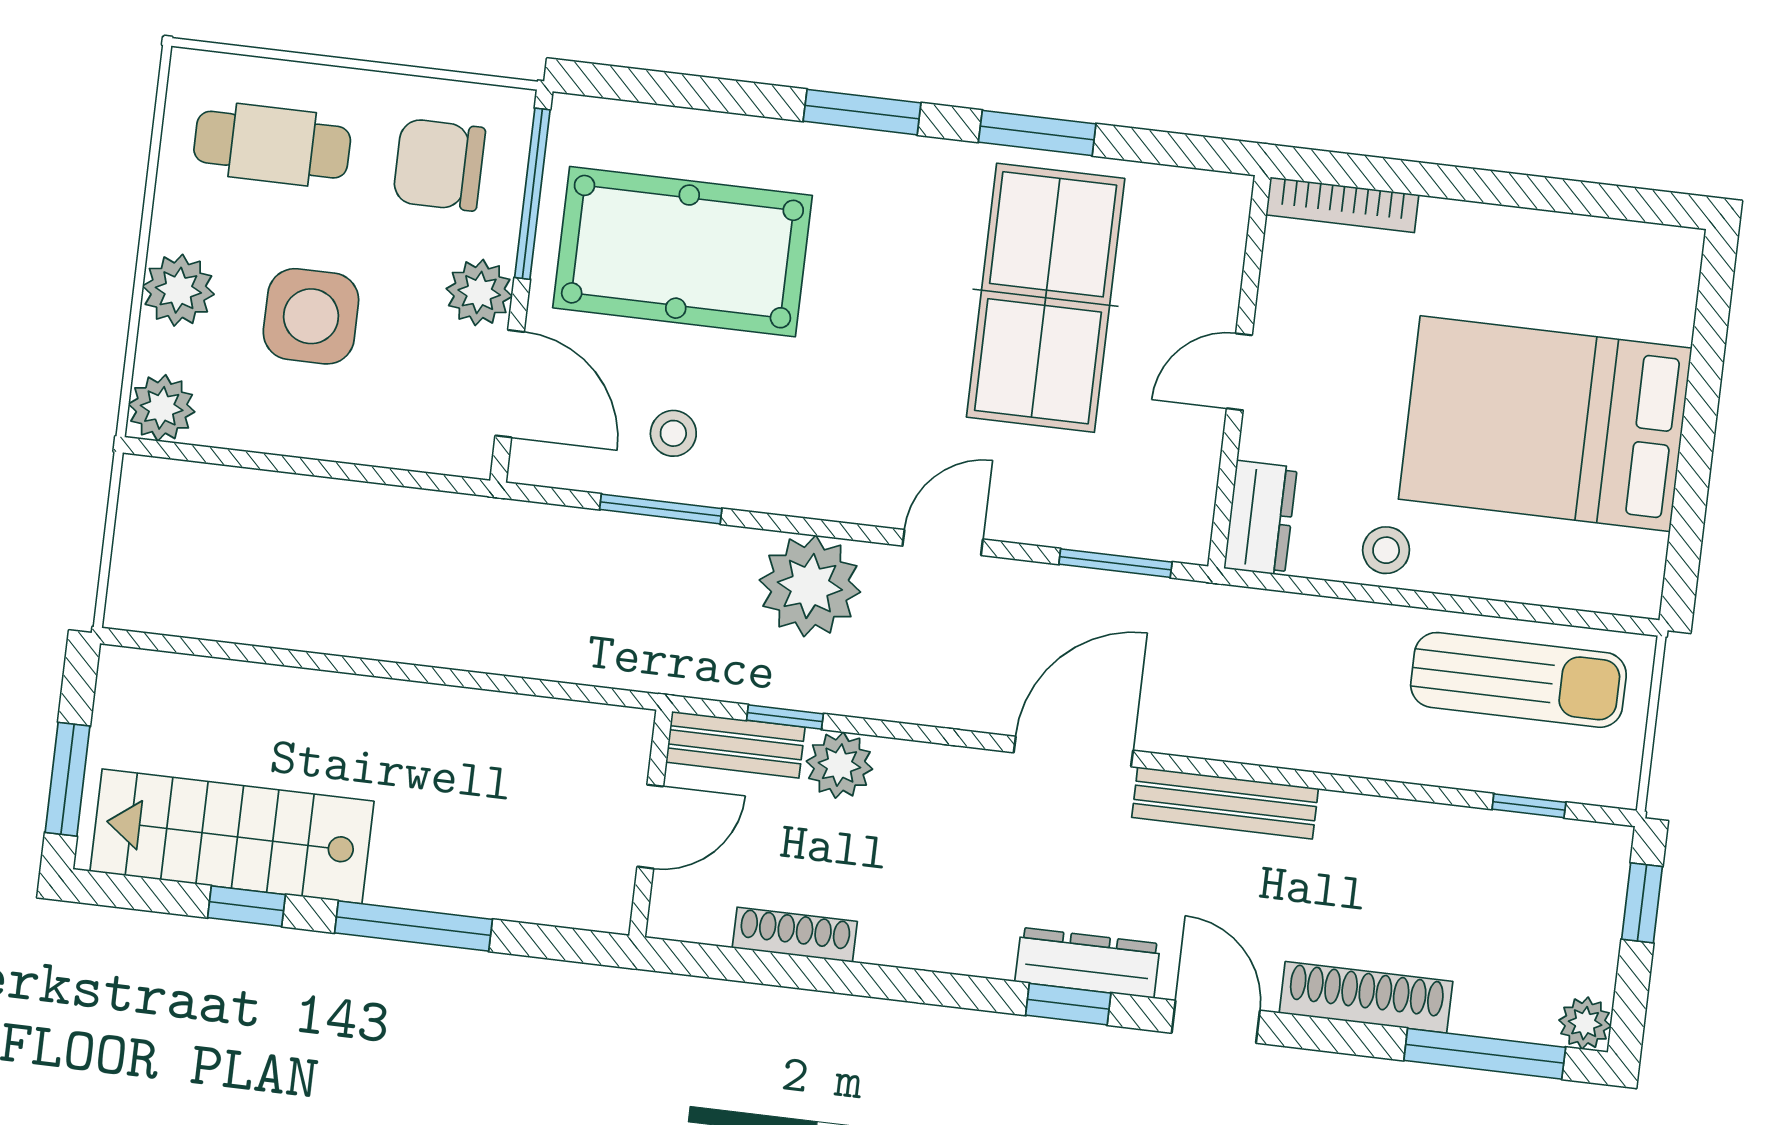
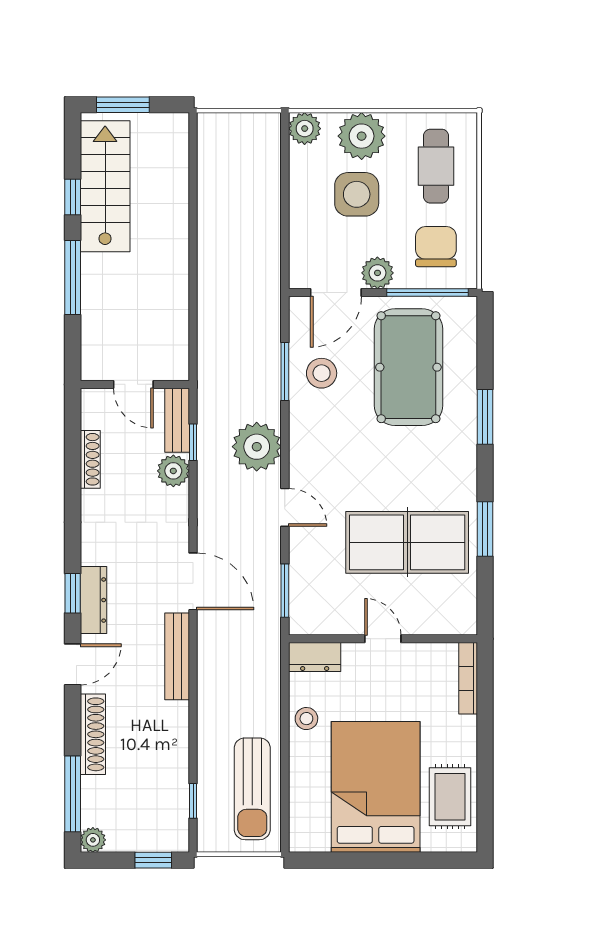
window: (862, 112) -> (485, 417), moved
rug: (1584, 272) -> (450, 797), added
plant: (178, 290) -> (362, 136), width x1.36, depth x1.36
stool: (673, 433) -> (322, 373), width x1.37, depth x1.37

